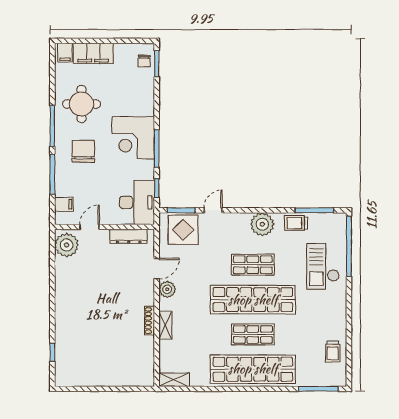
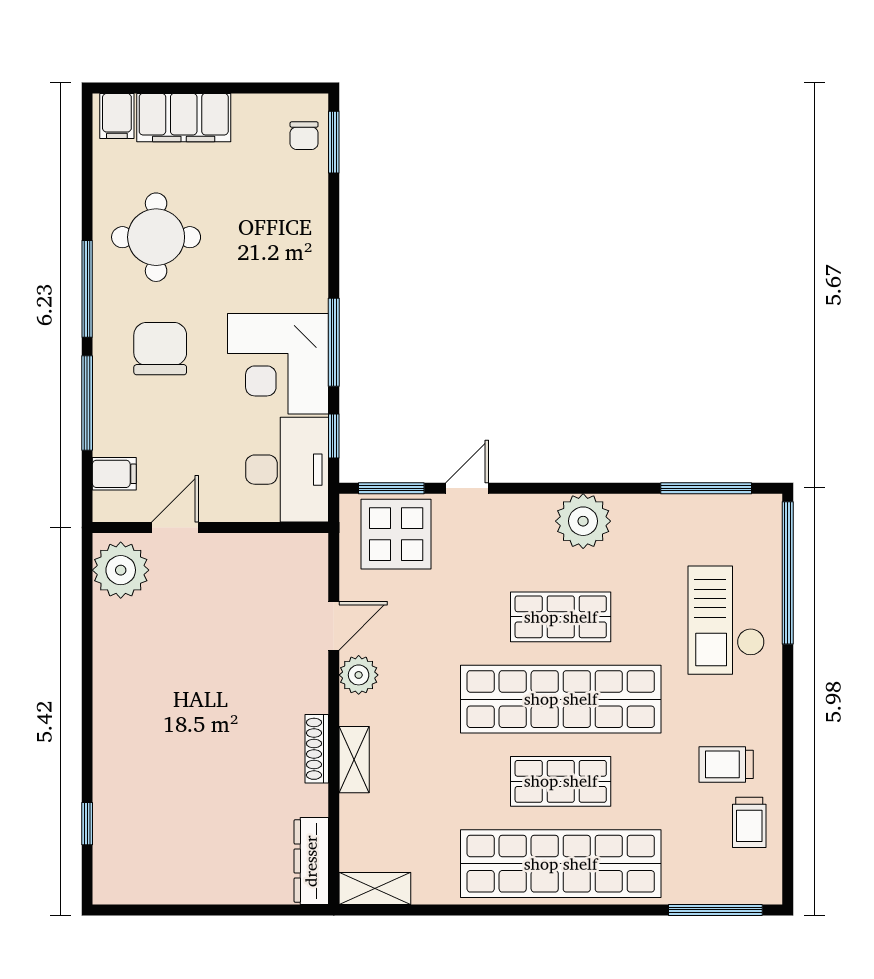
corner desk: (133, 138) -> (278, 364), moved
trolley: (296, 223) -> (726, 764), moved
dresser: (129, 236) -> (311, 861), moved, turned 90

